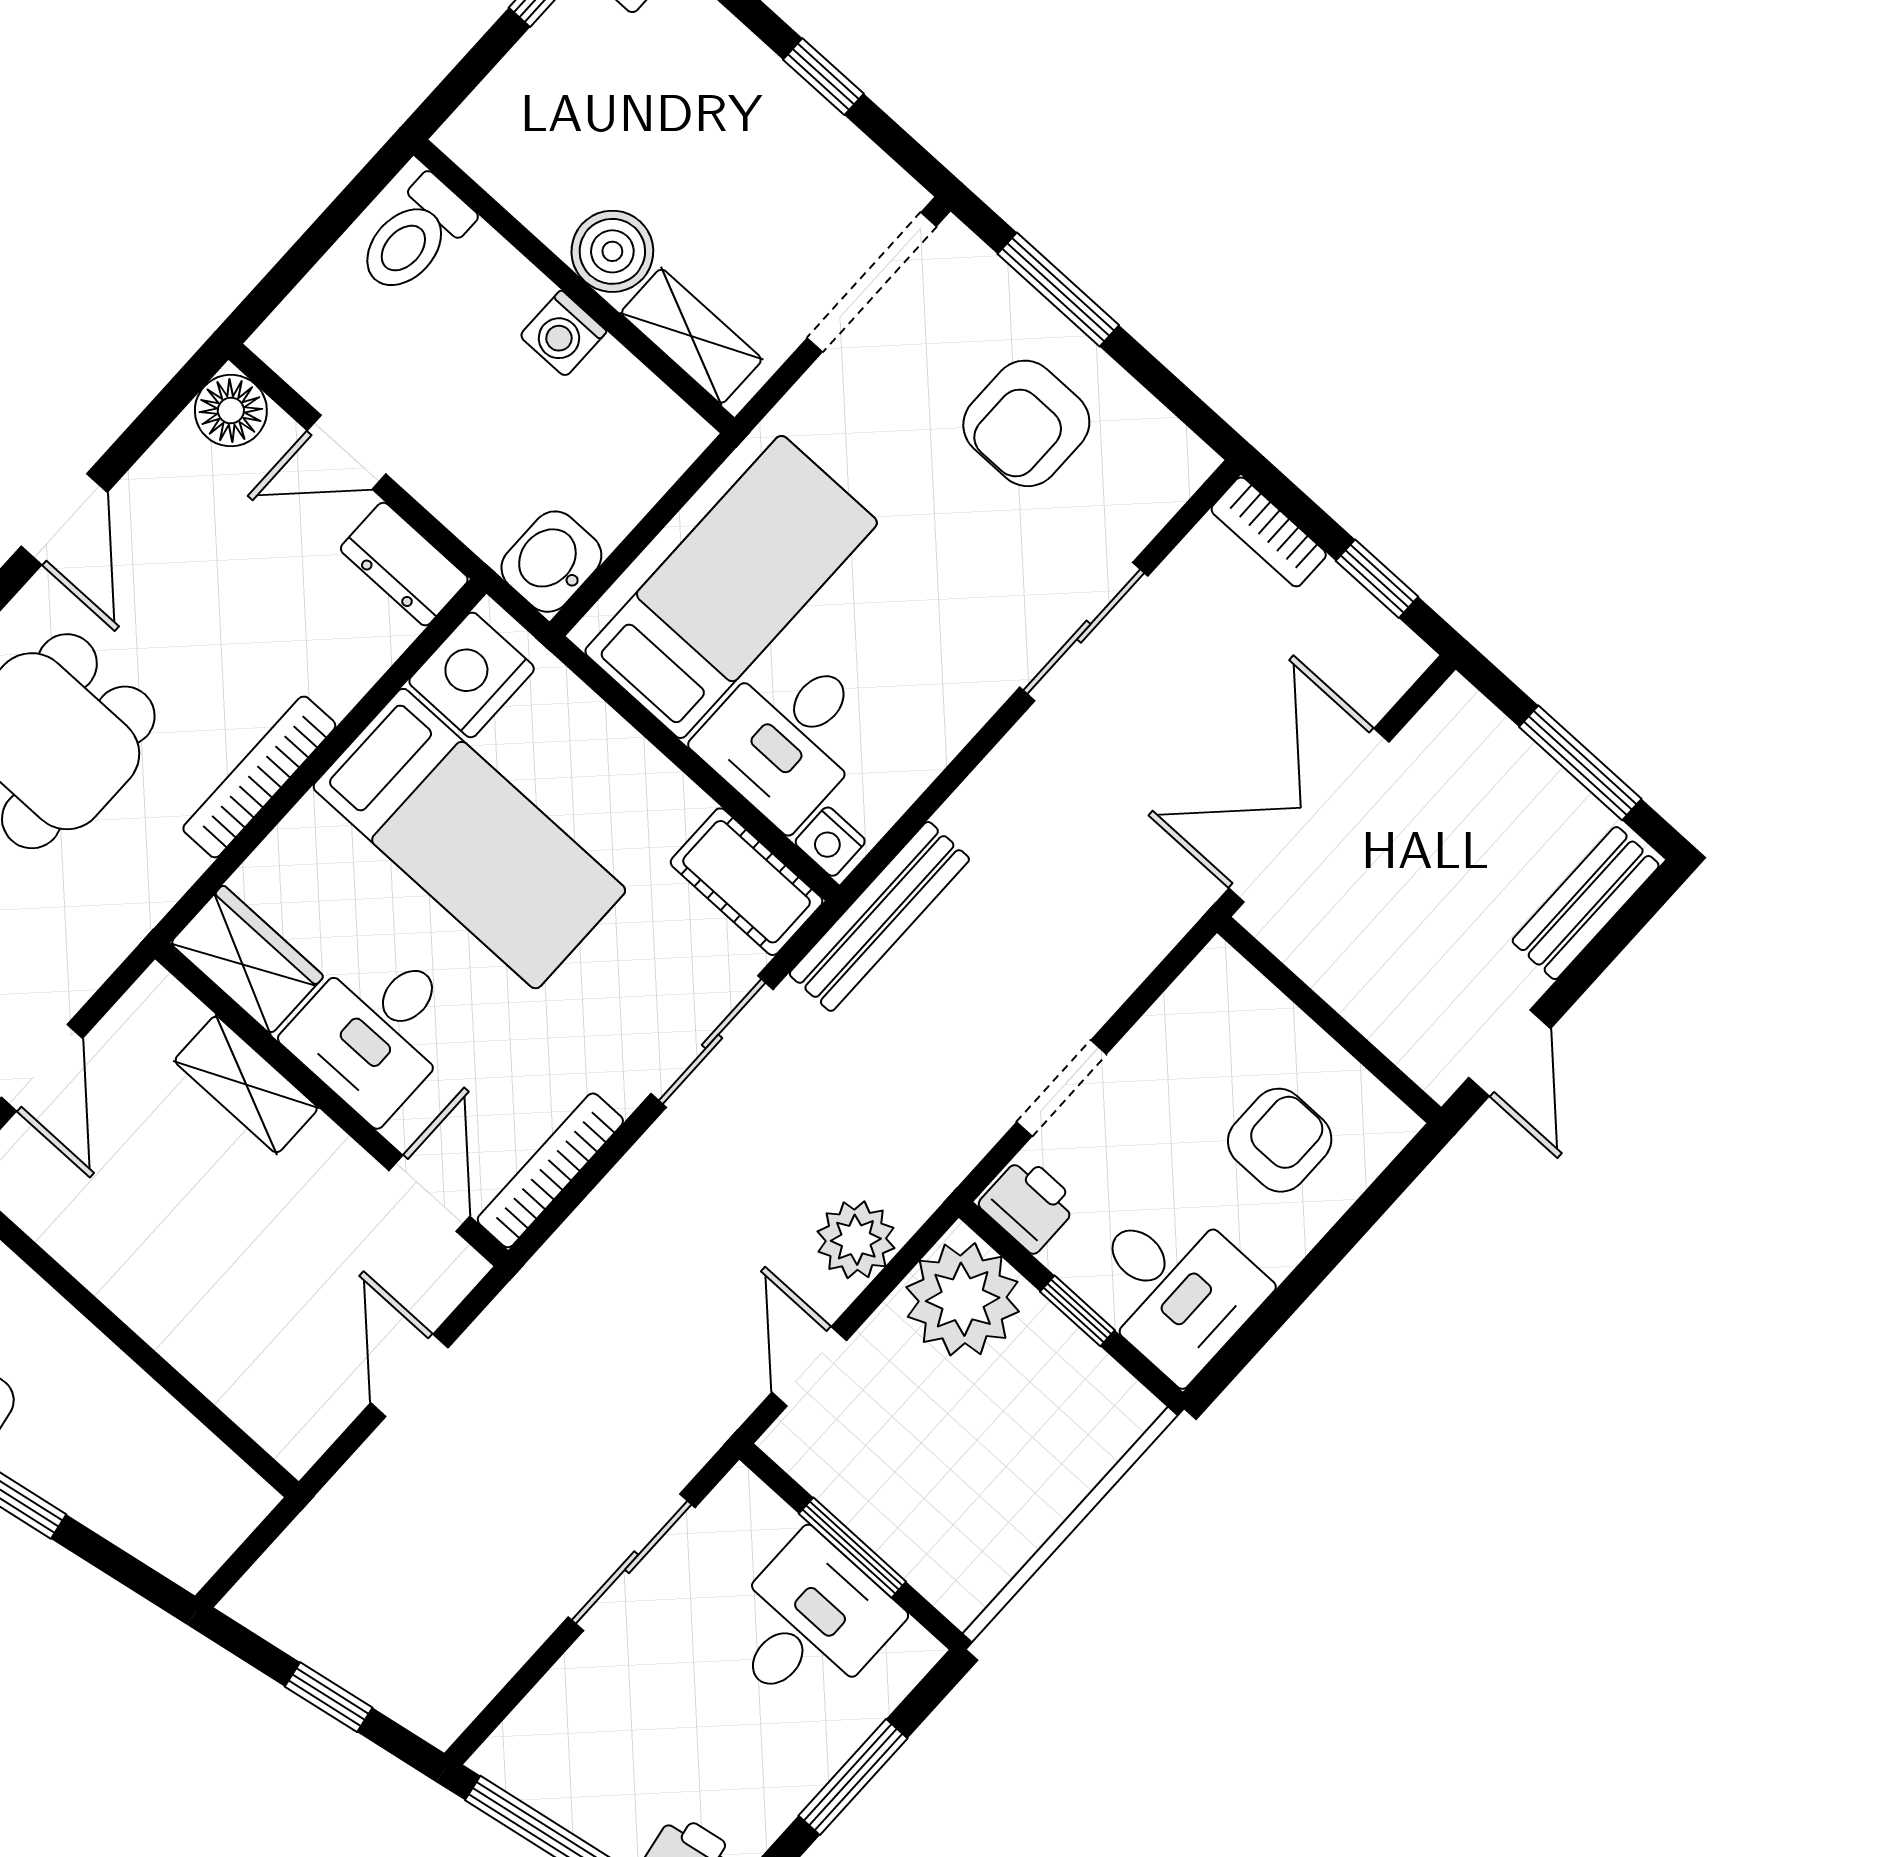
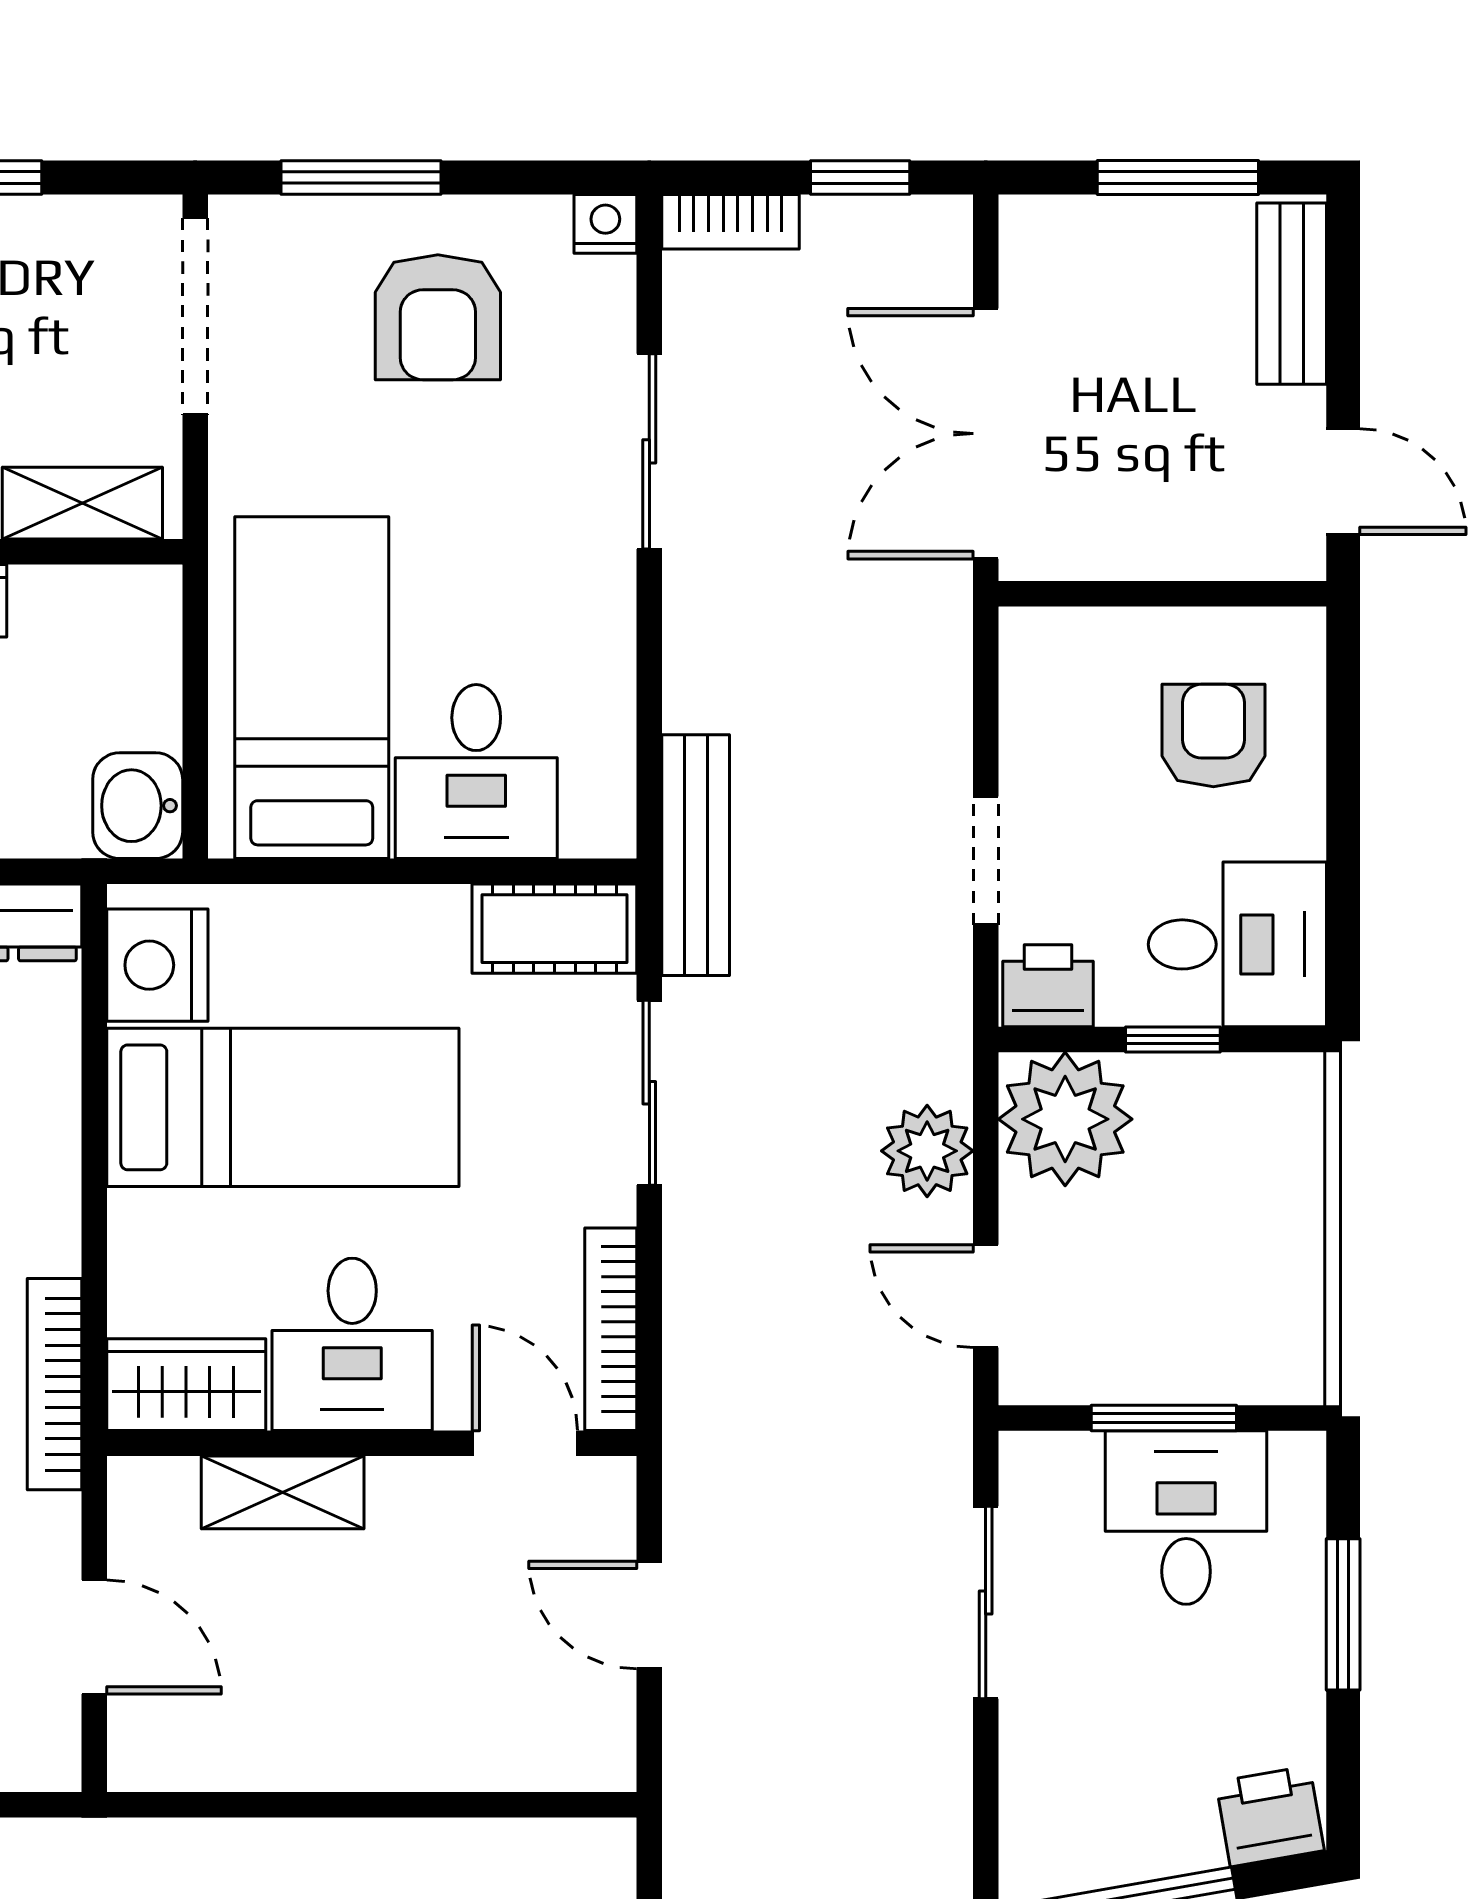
bookcase: (259, 777) -> (55, 1384), moved
nightstand: (830, 842) -> (605, 224), moved, turned 180

